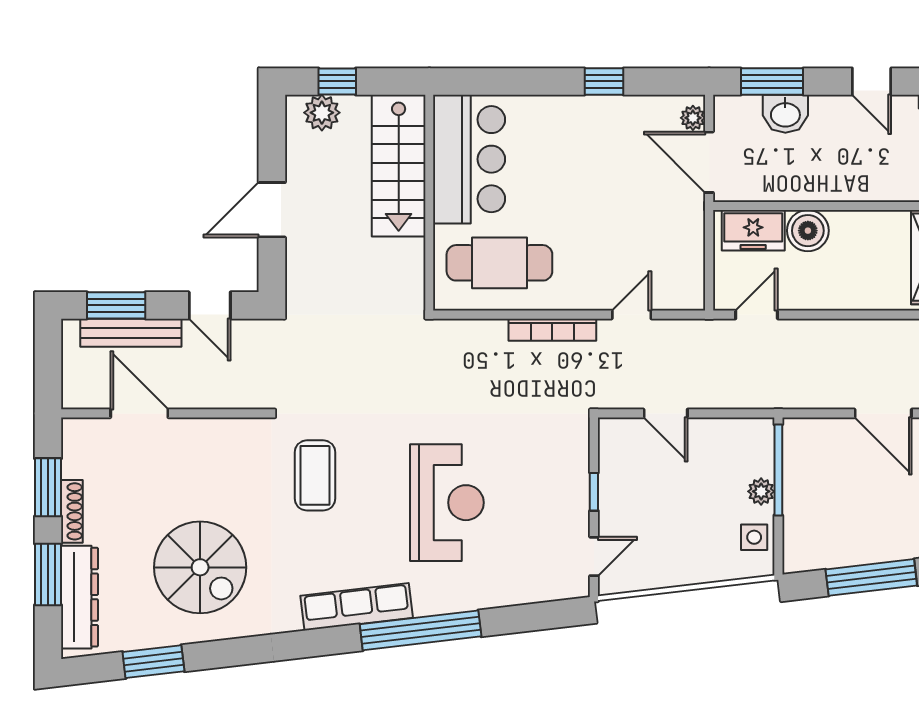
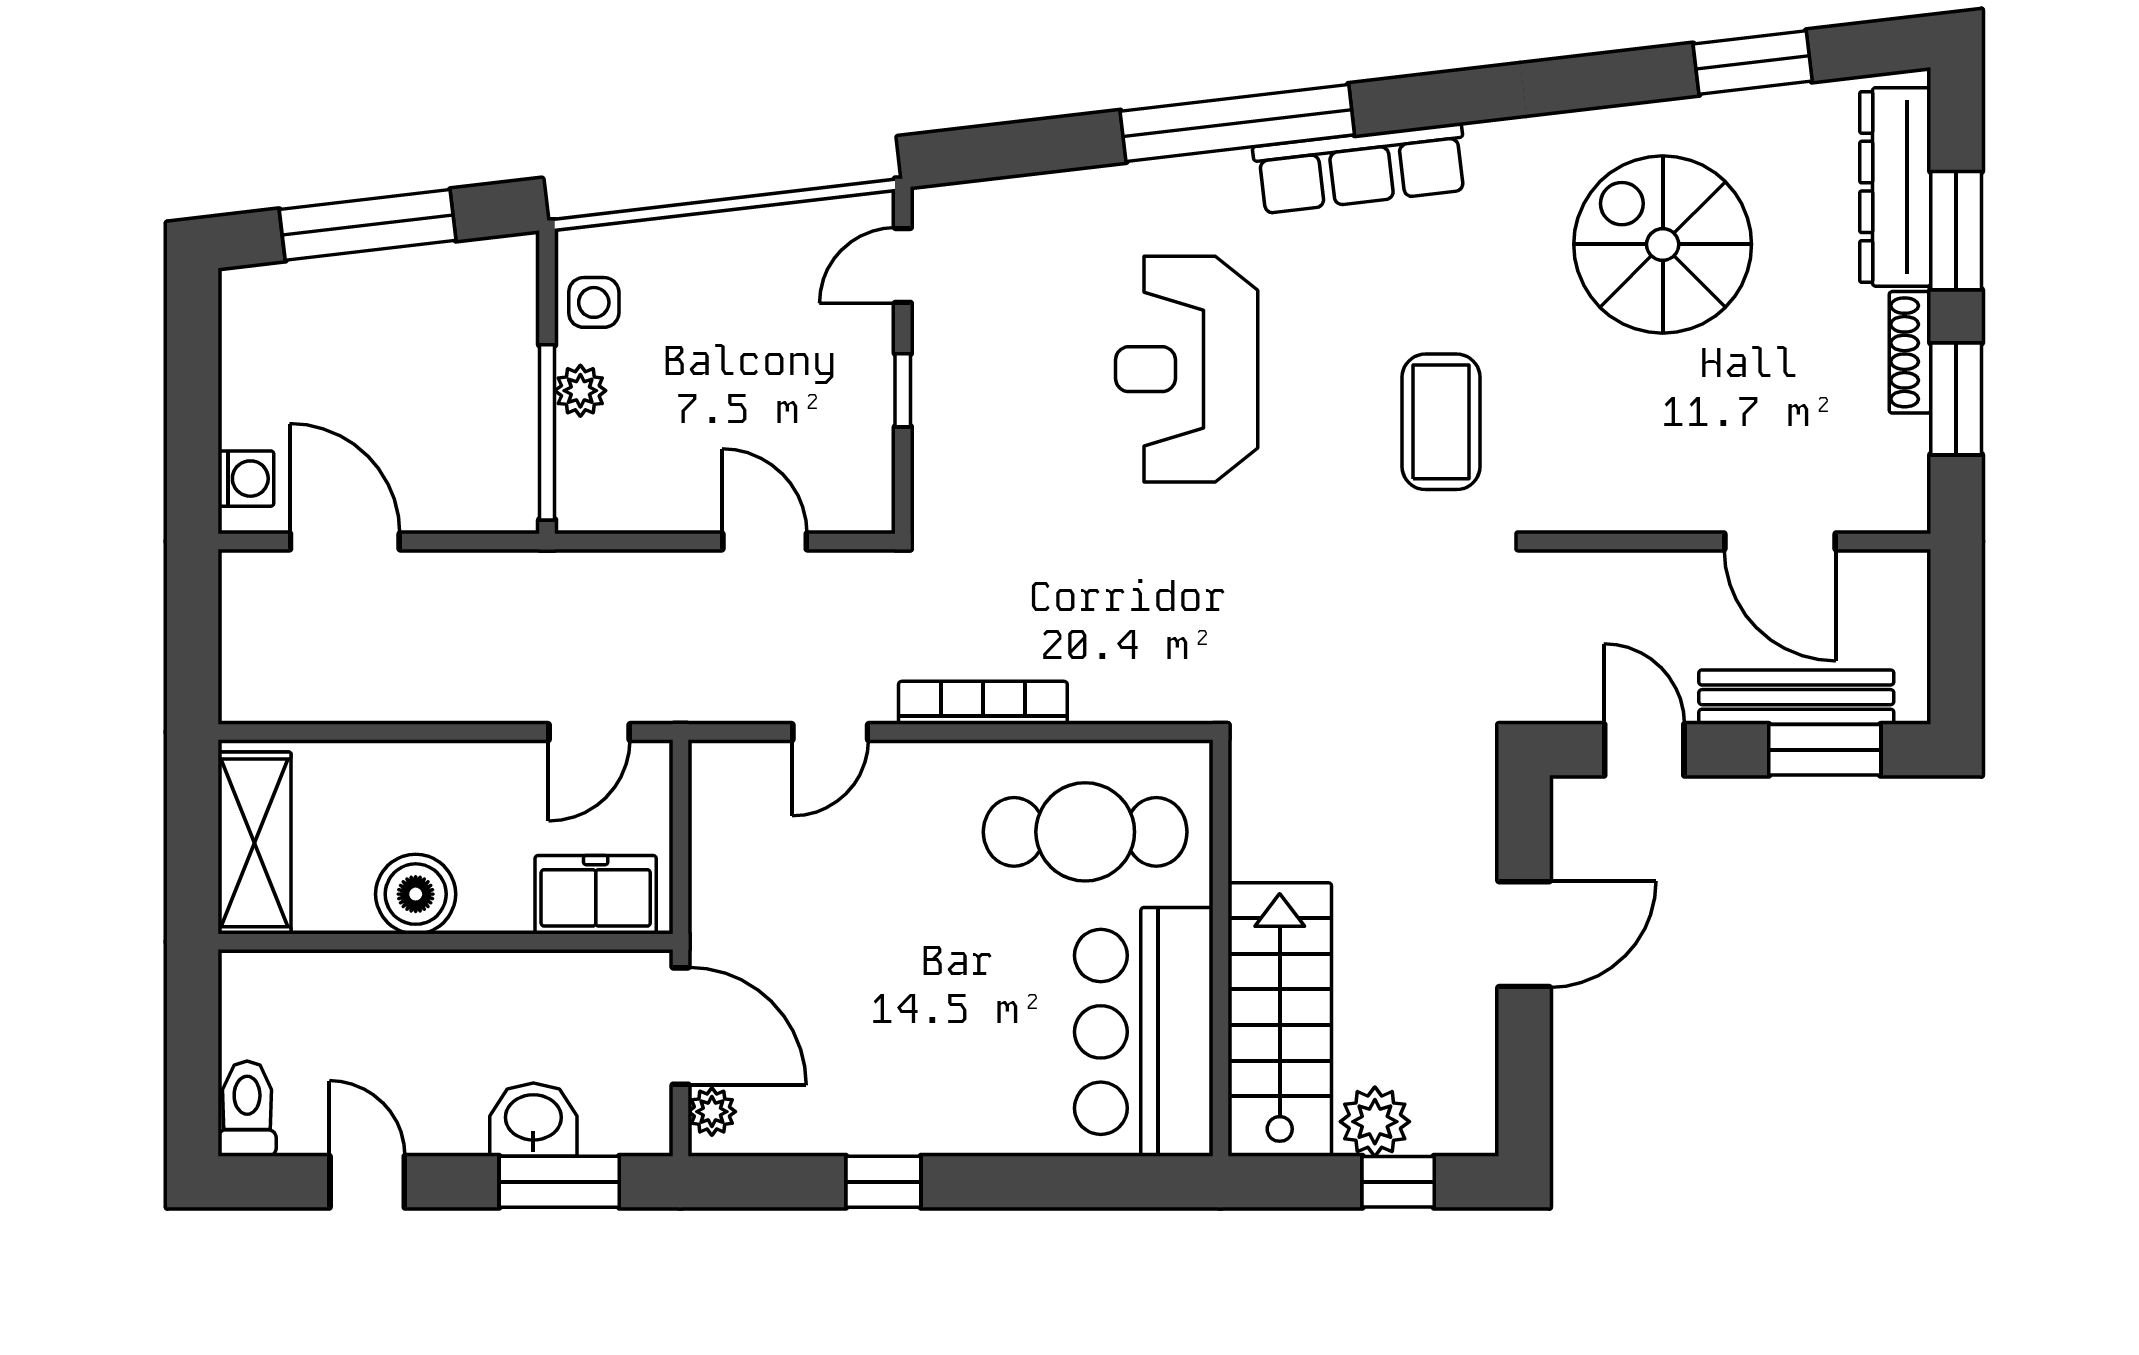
plant: (322, 113) -> (1375, 1122), moved
boiler: (808, 231) -> (416, 894), moved

